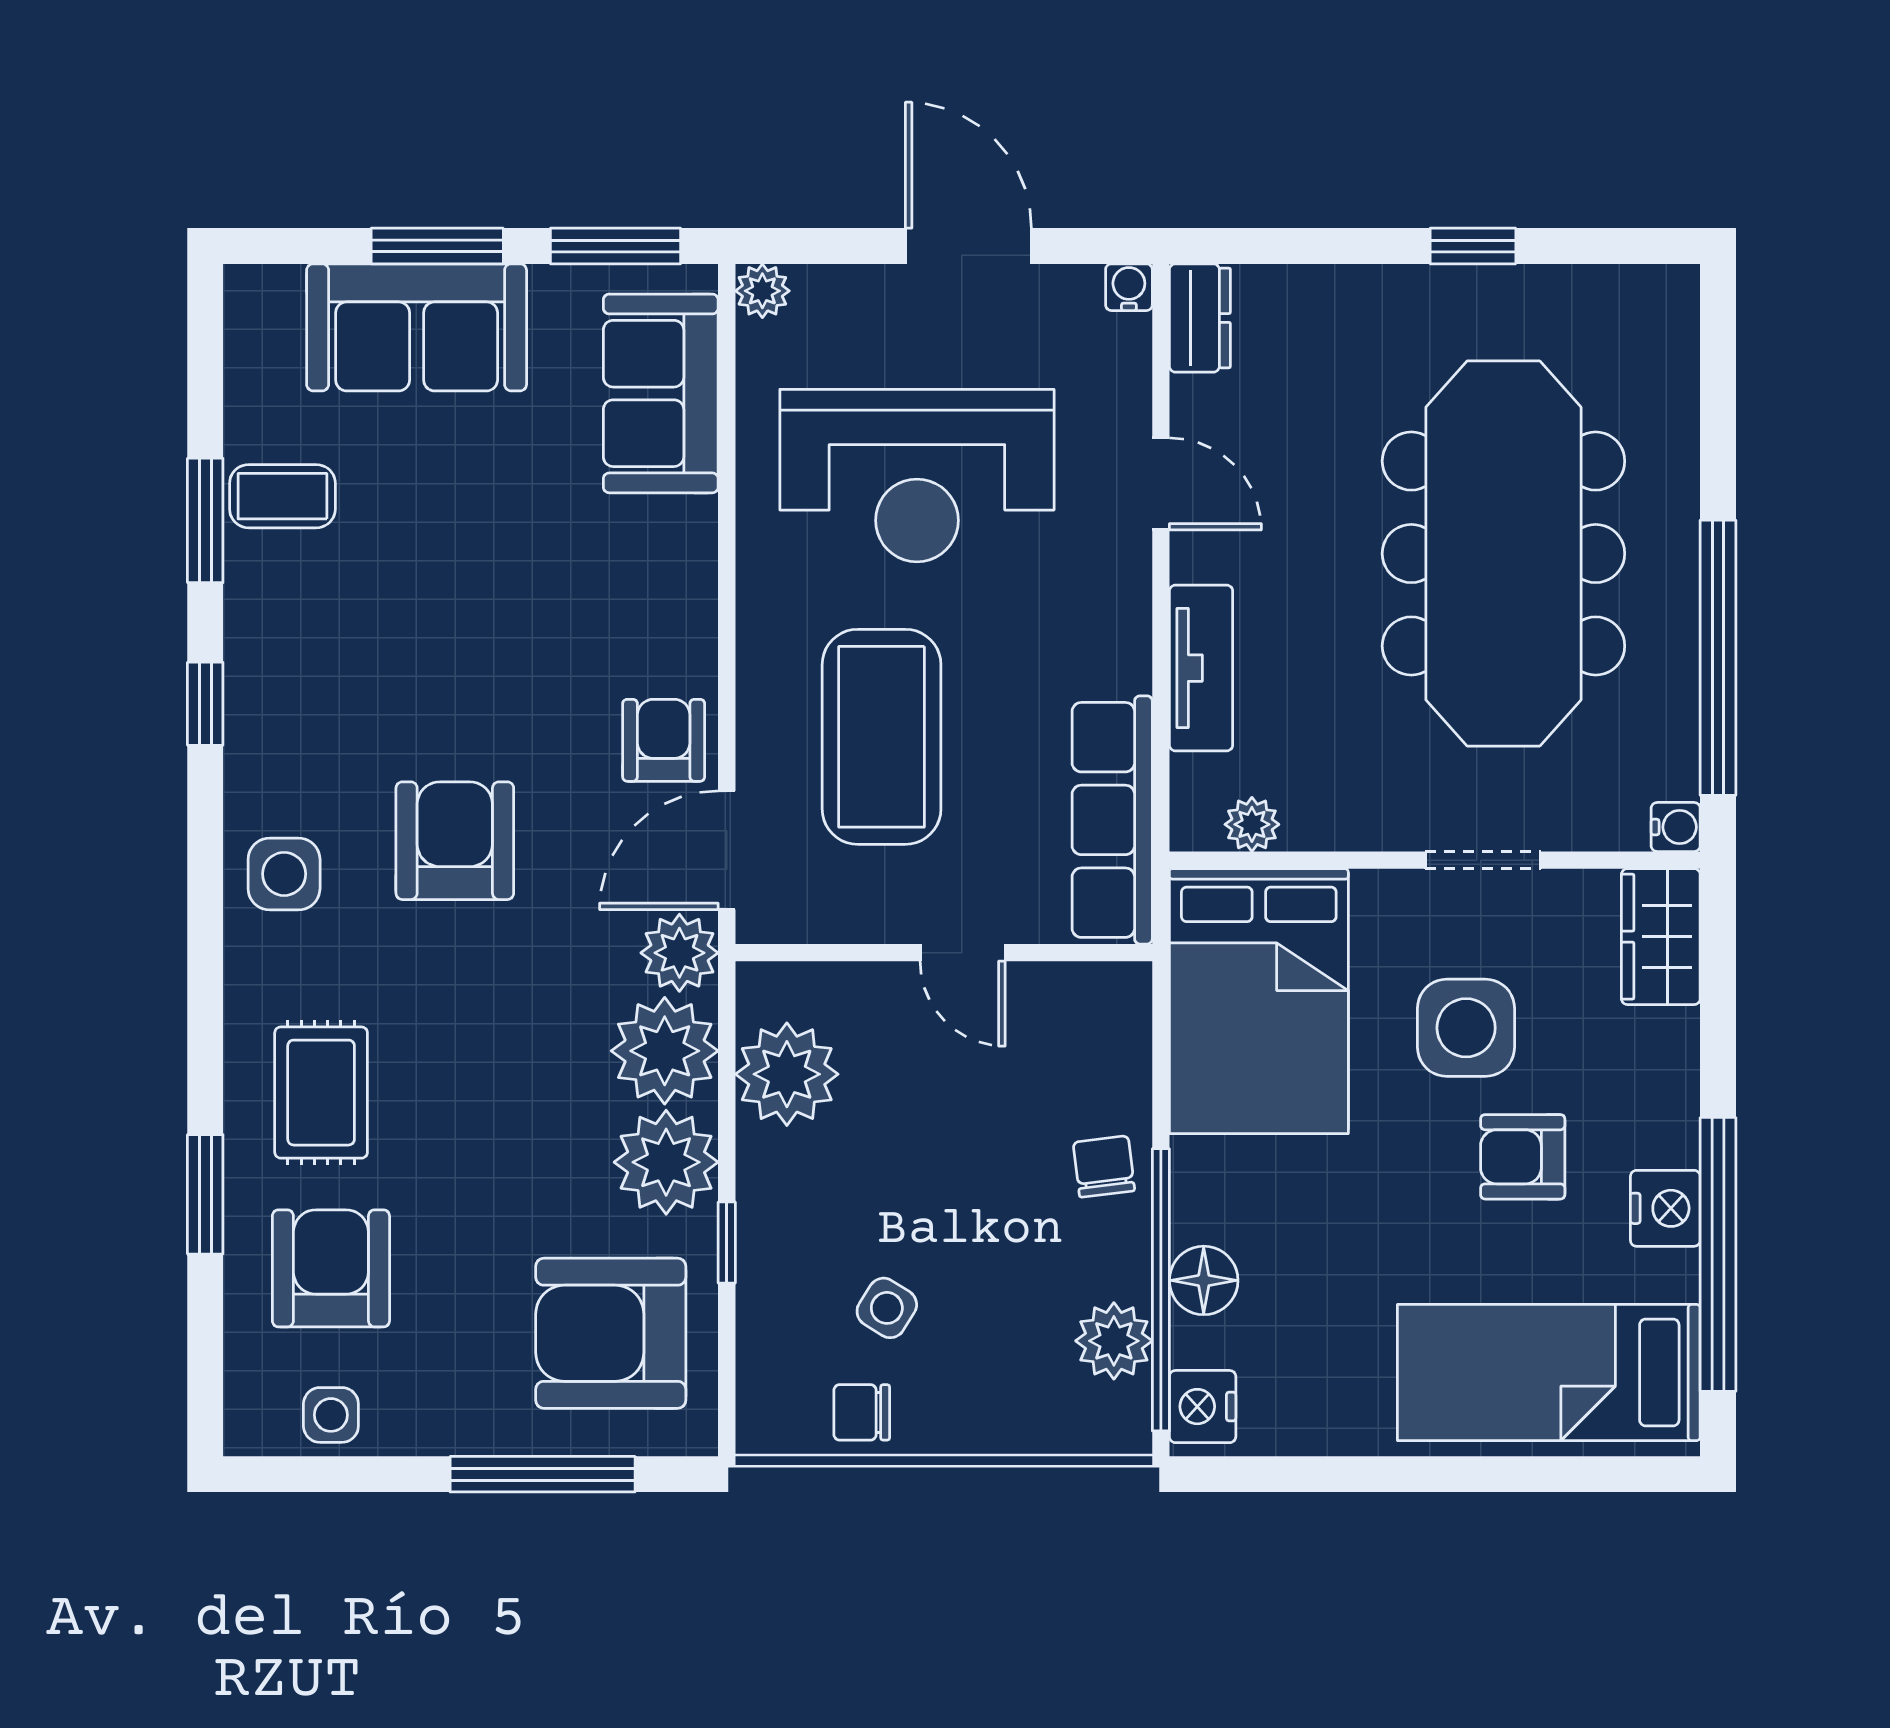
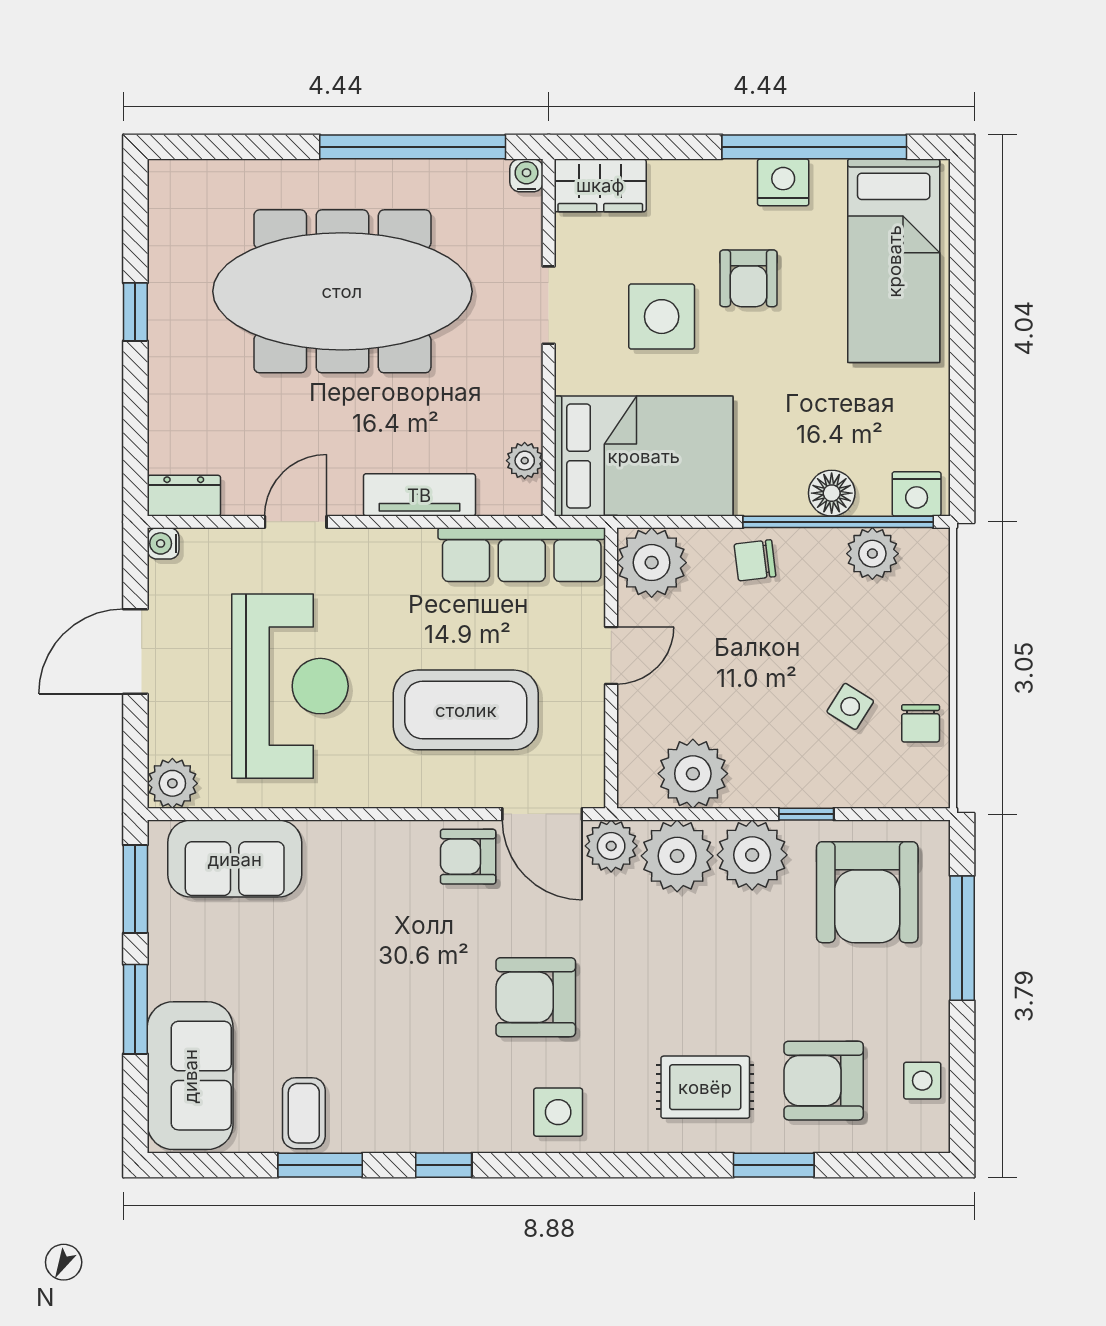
plant: (762, 291) -> (172, 783), width x1.38, depth x1.38
sofa: (417, 327) -> (190, 1076), moved
plant: (1101, 1013) -> (652, 563), added

